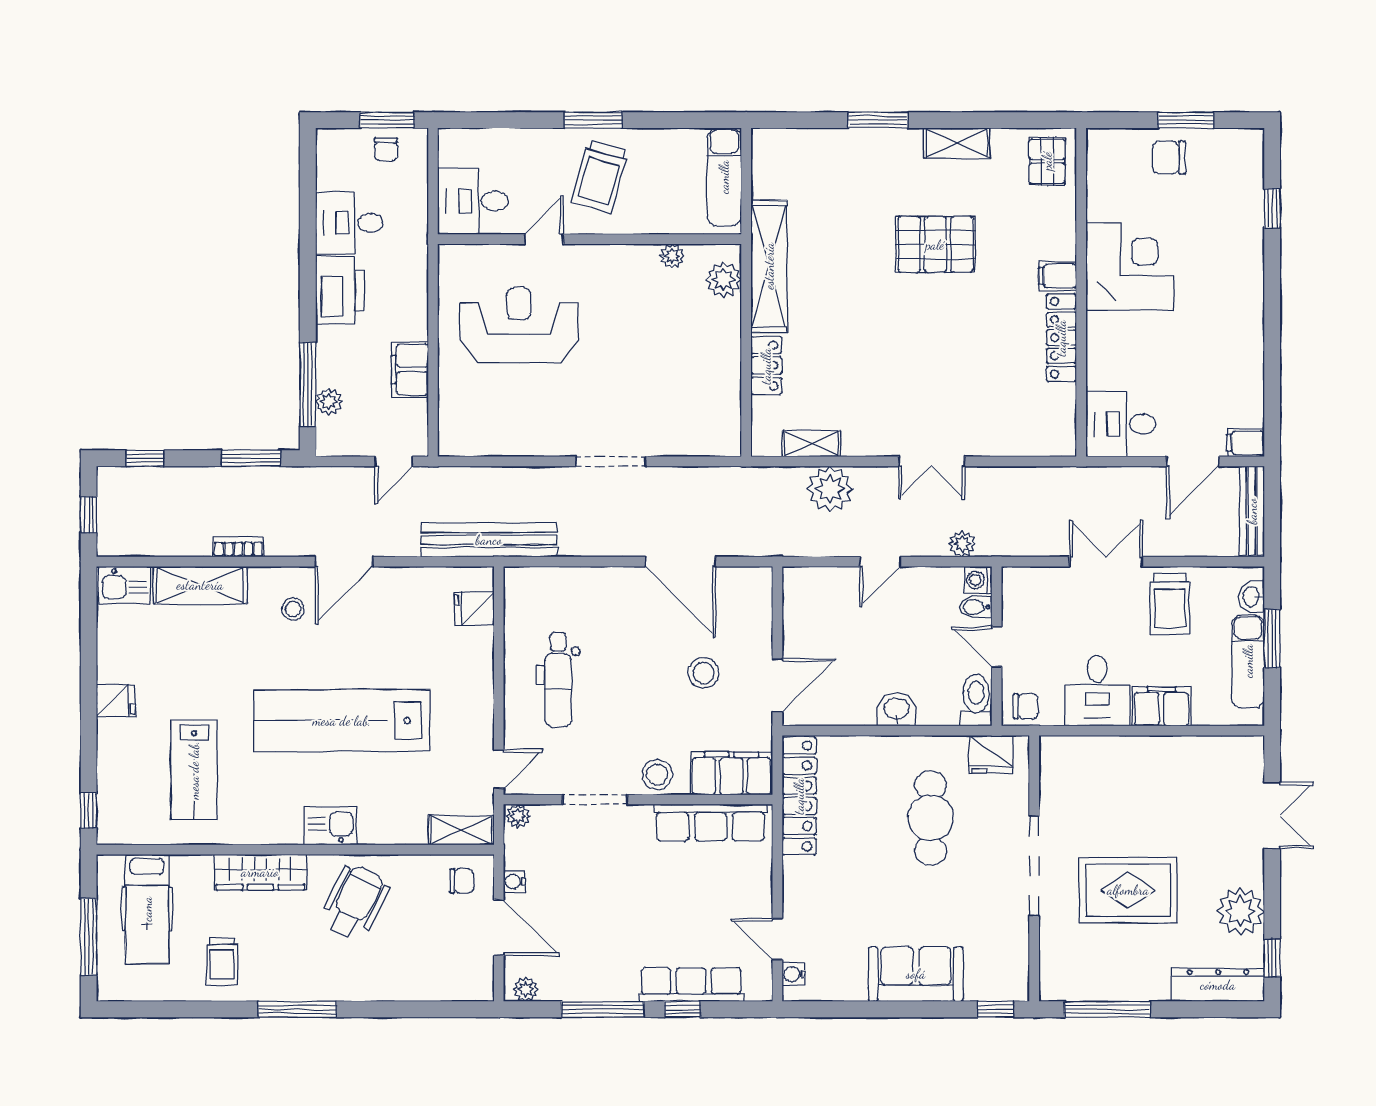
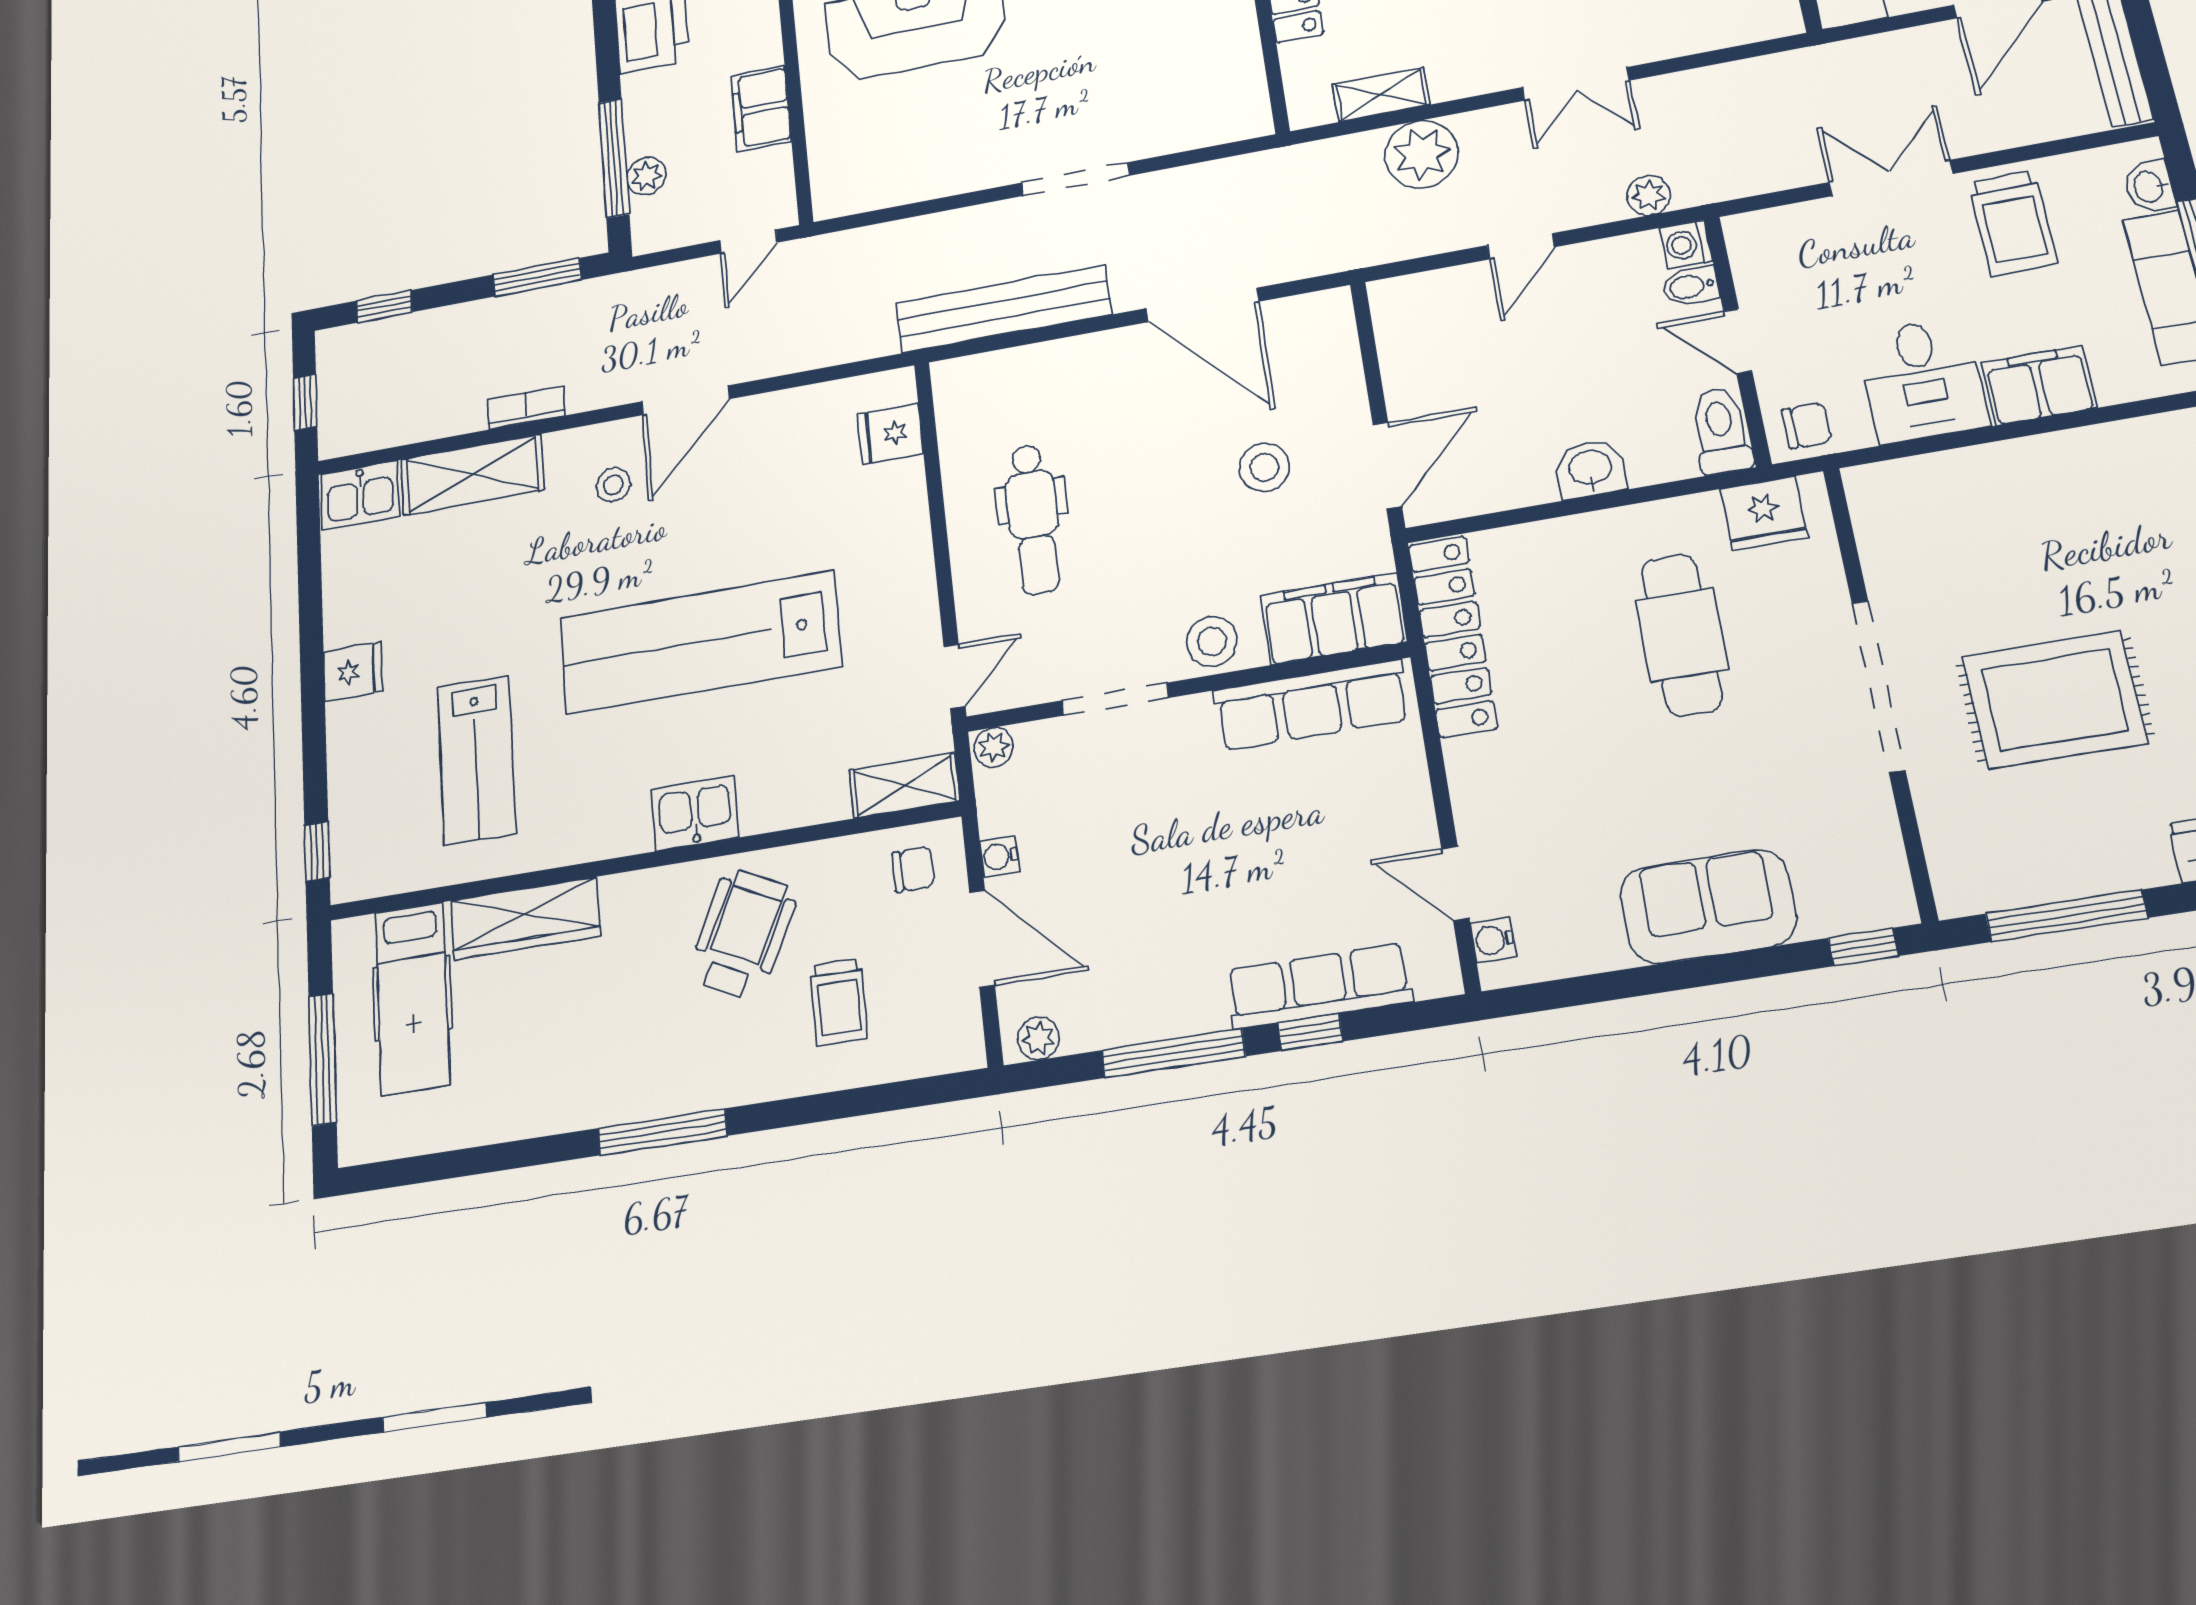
bench: (489, 540) -> (1003, 309), moved
wardrobe: (260, 872) -> (525, 918), moved
trolley: (222, 961) -> (839, 1002), moved

